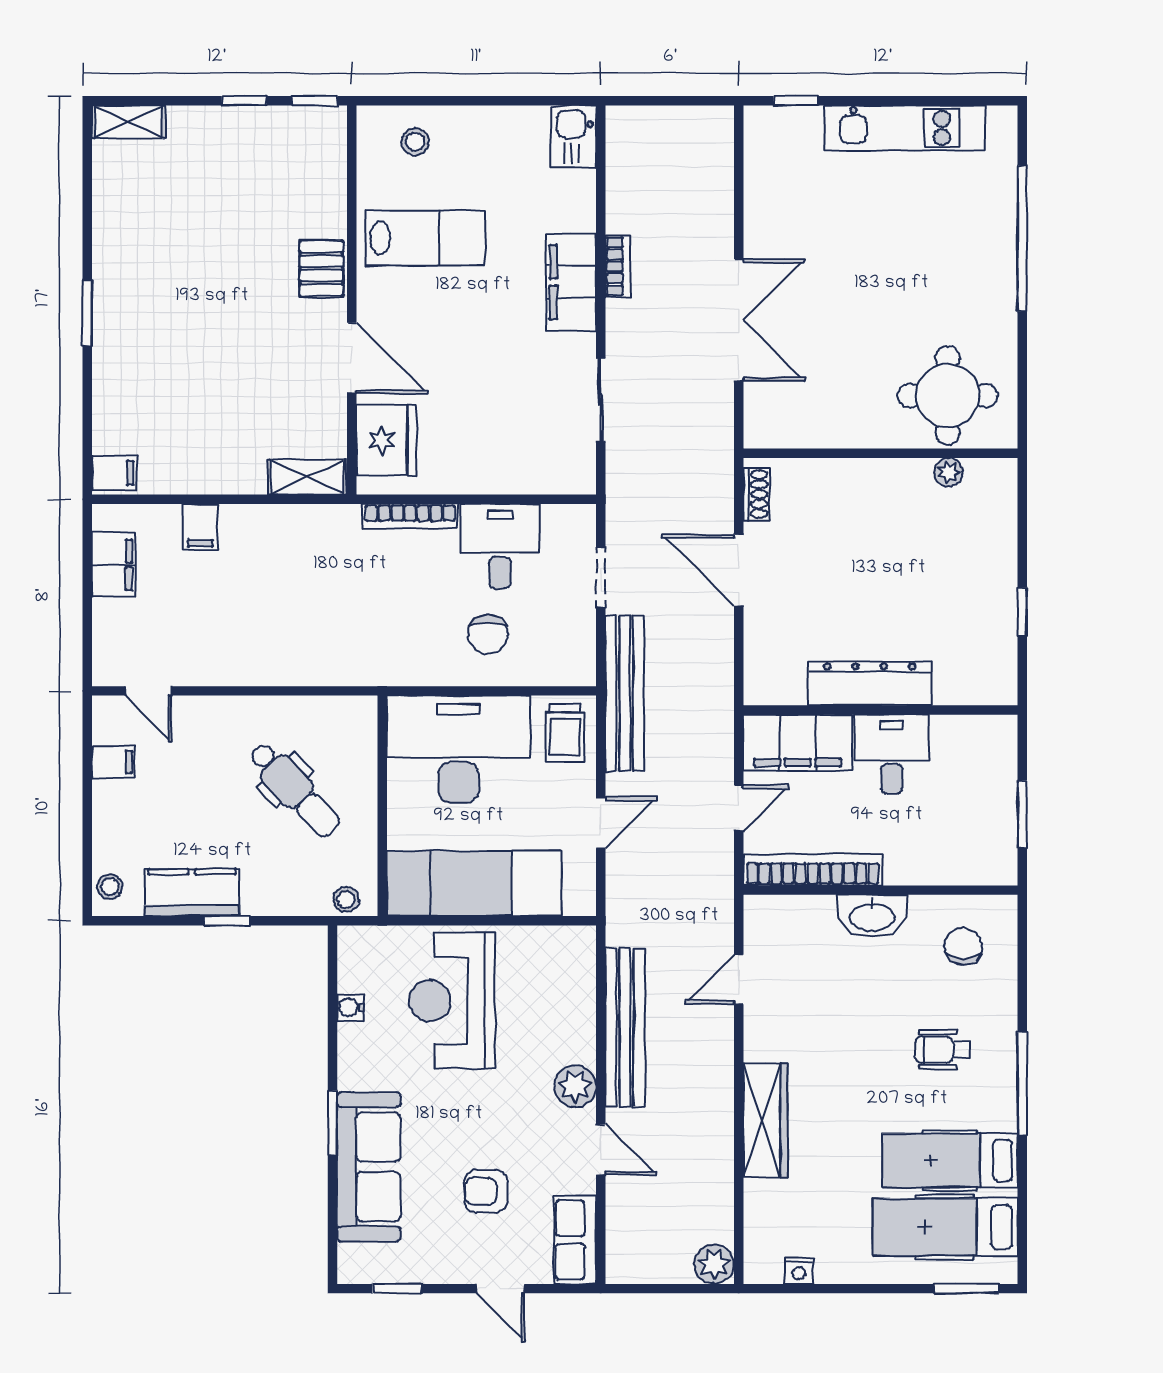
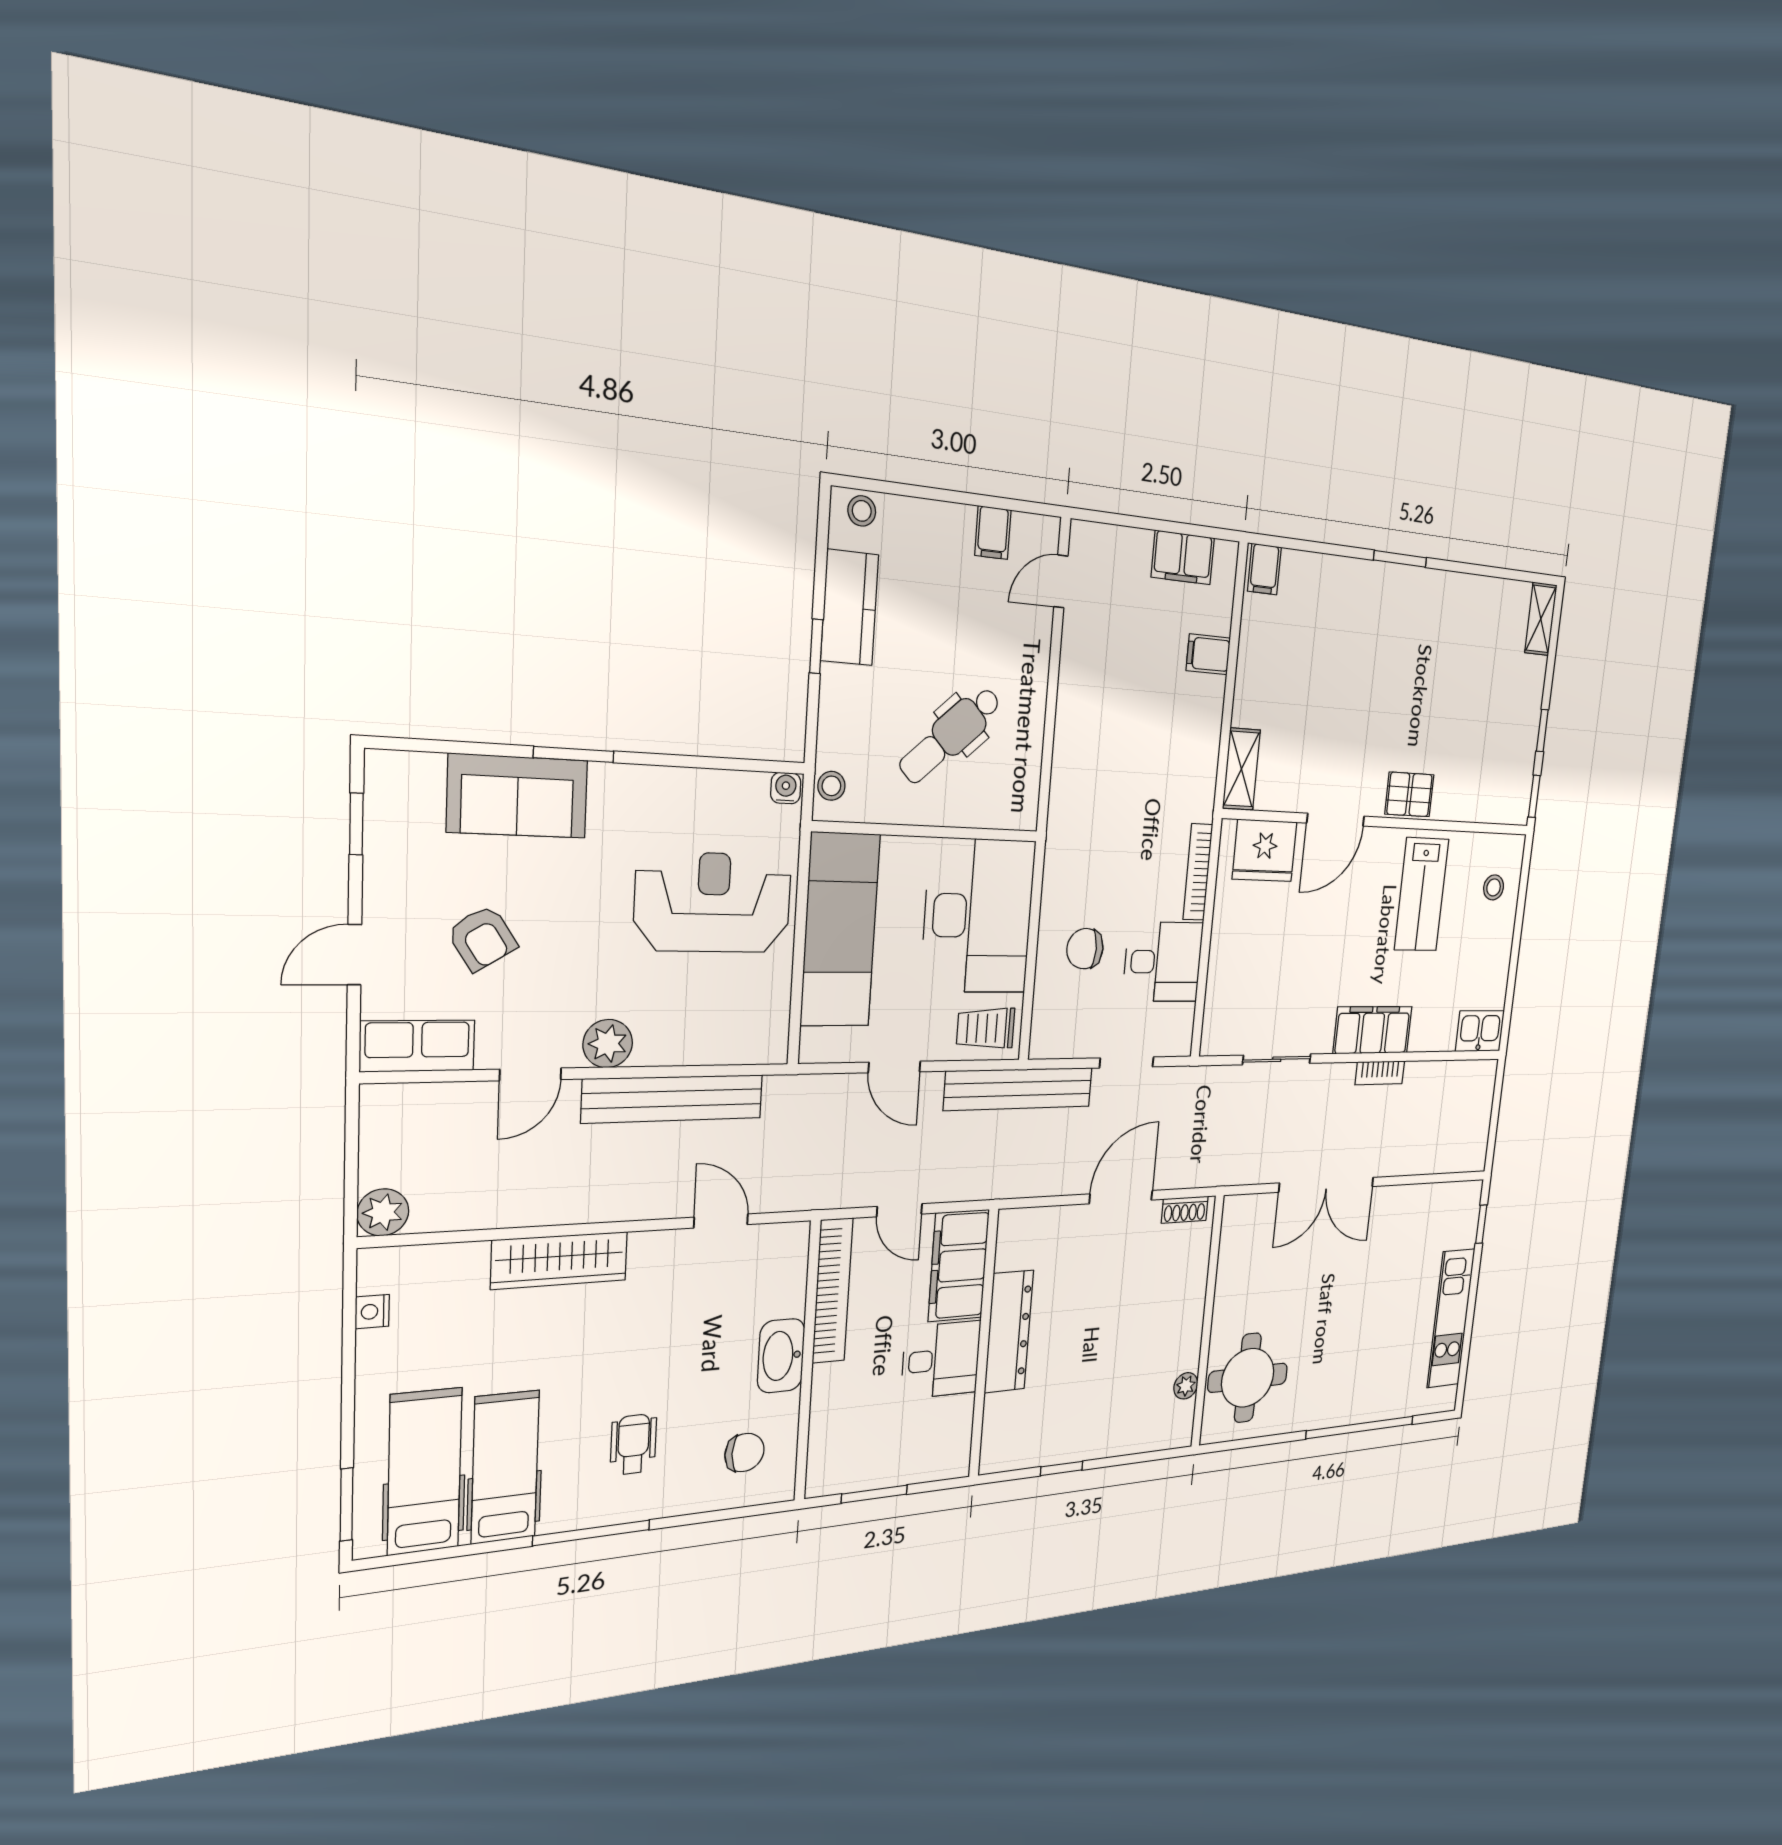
water cooler: (350, 1007) -> (786, 788), moved
sofa: (369, 1167) -> (518, 796), width x0.73
armchair: (486, 1191) -> (482, 938), turned 148

